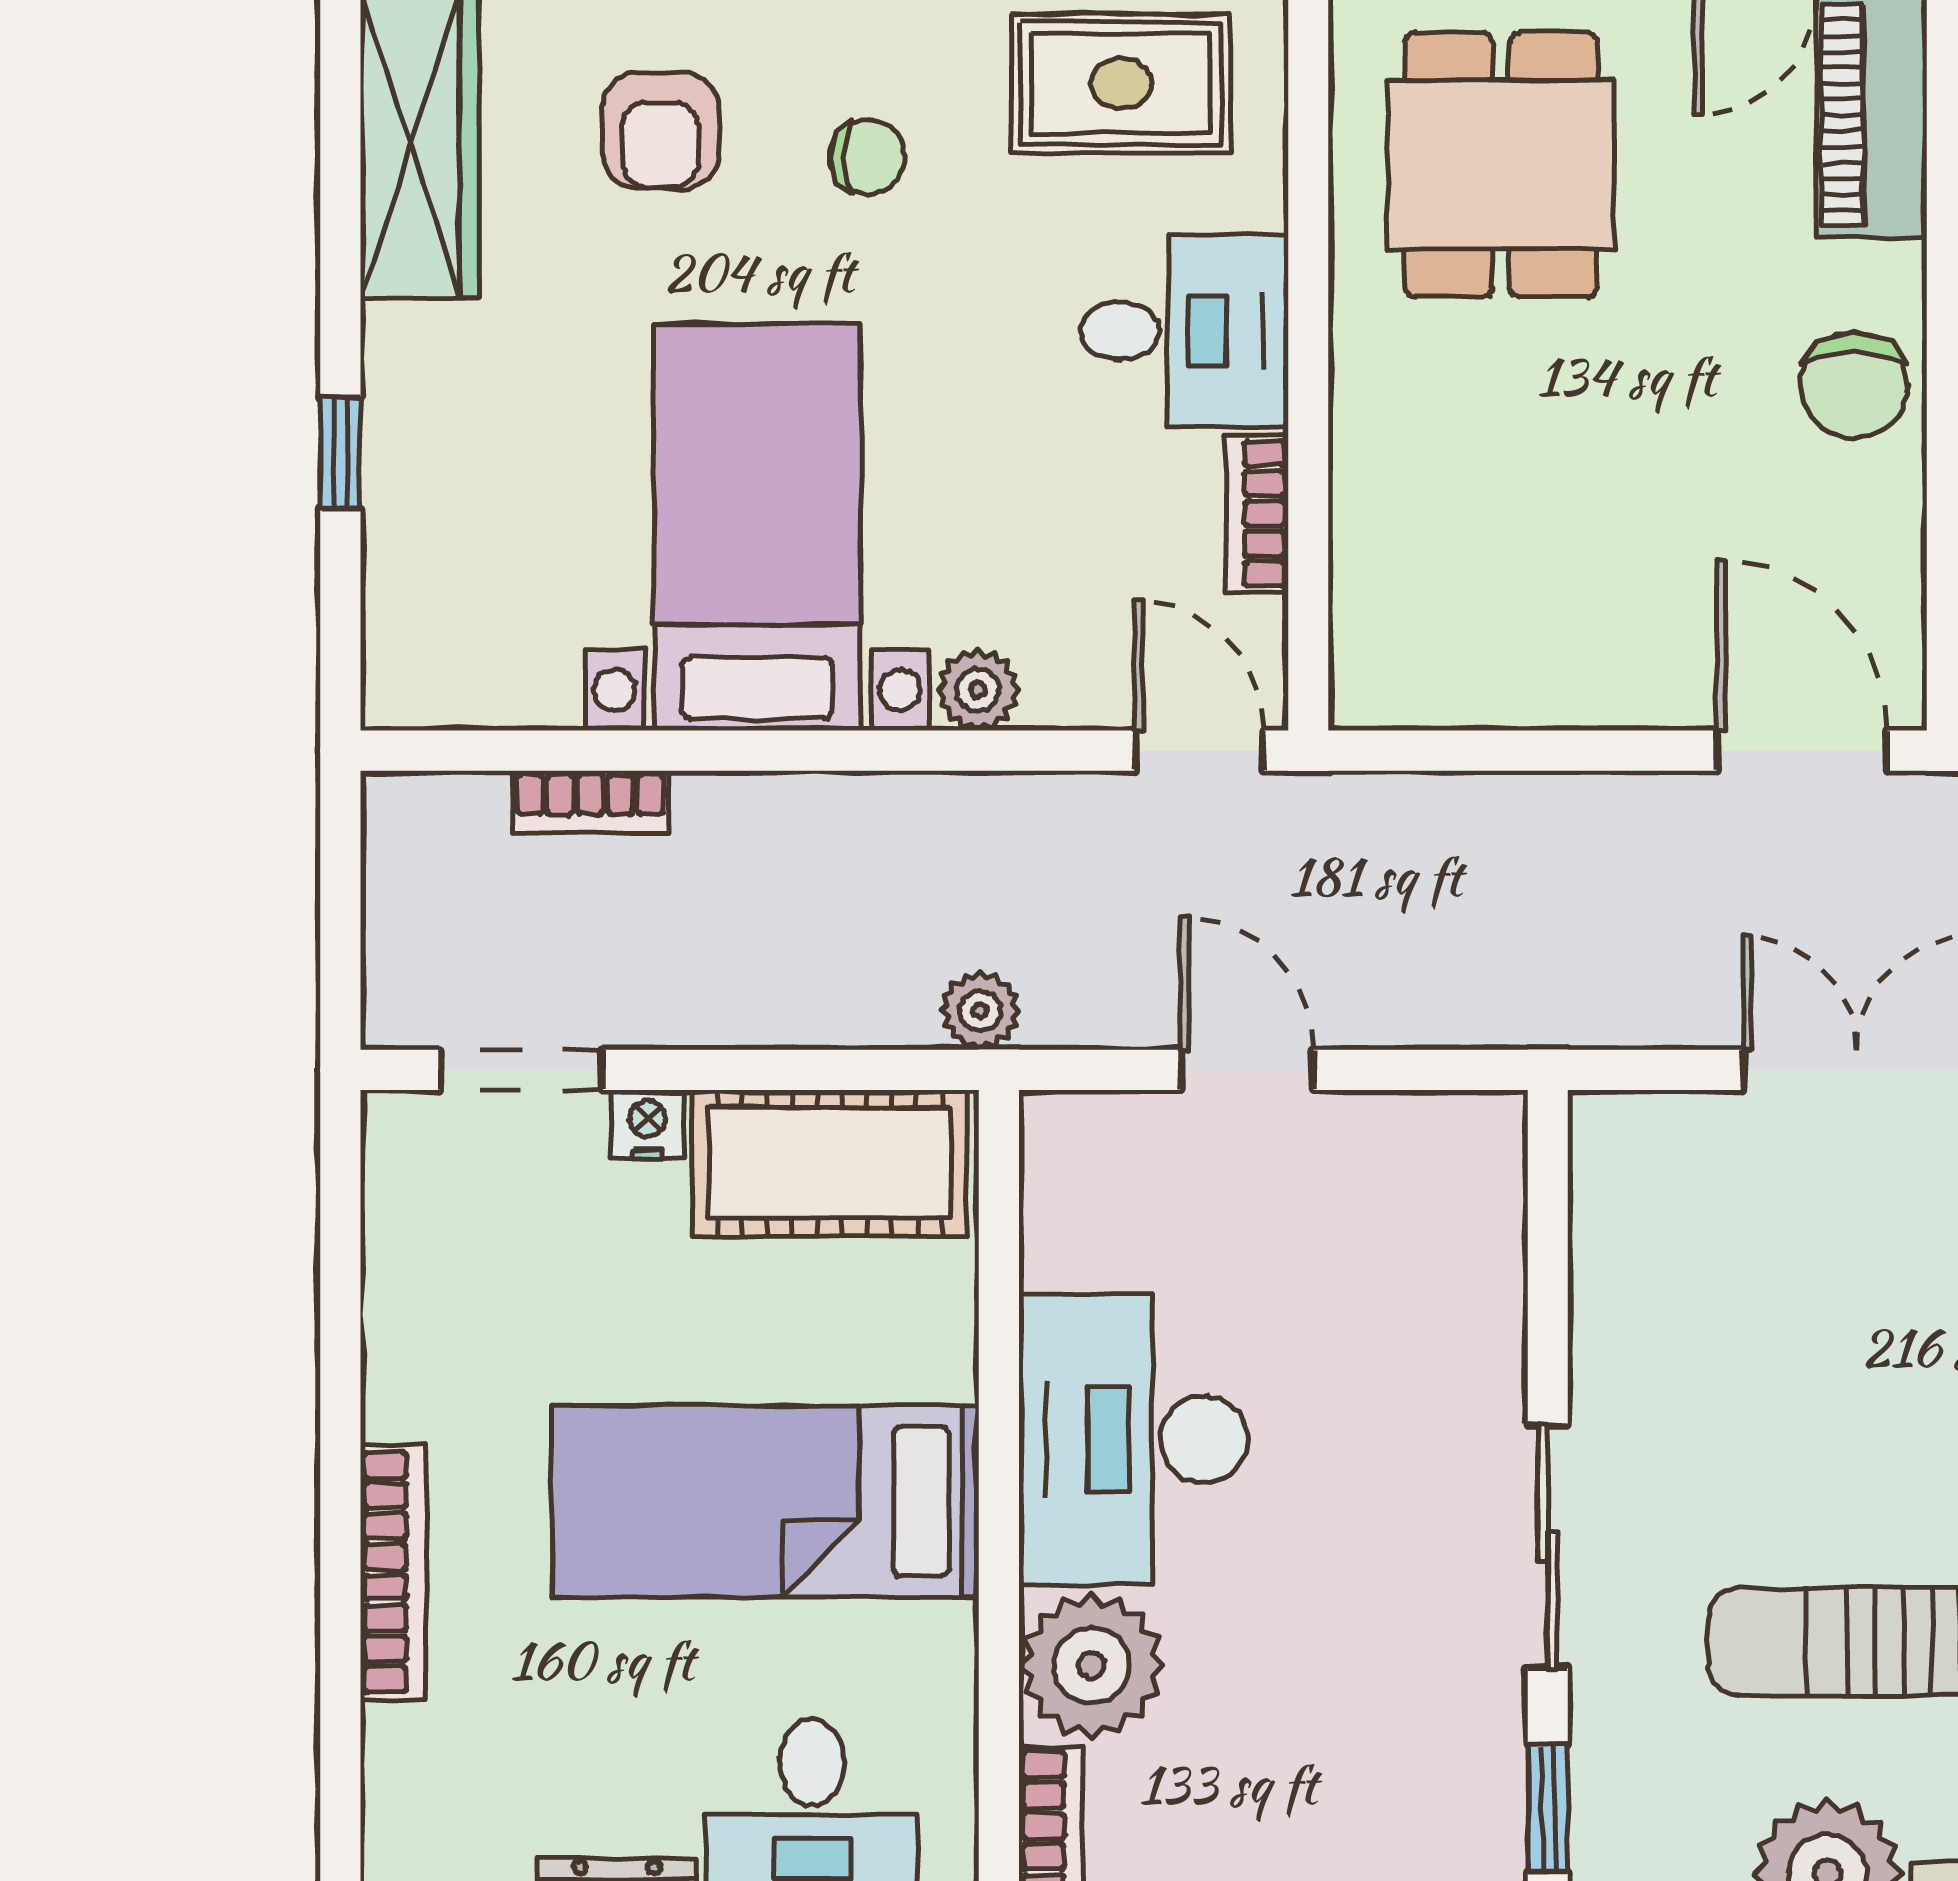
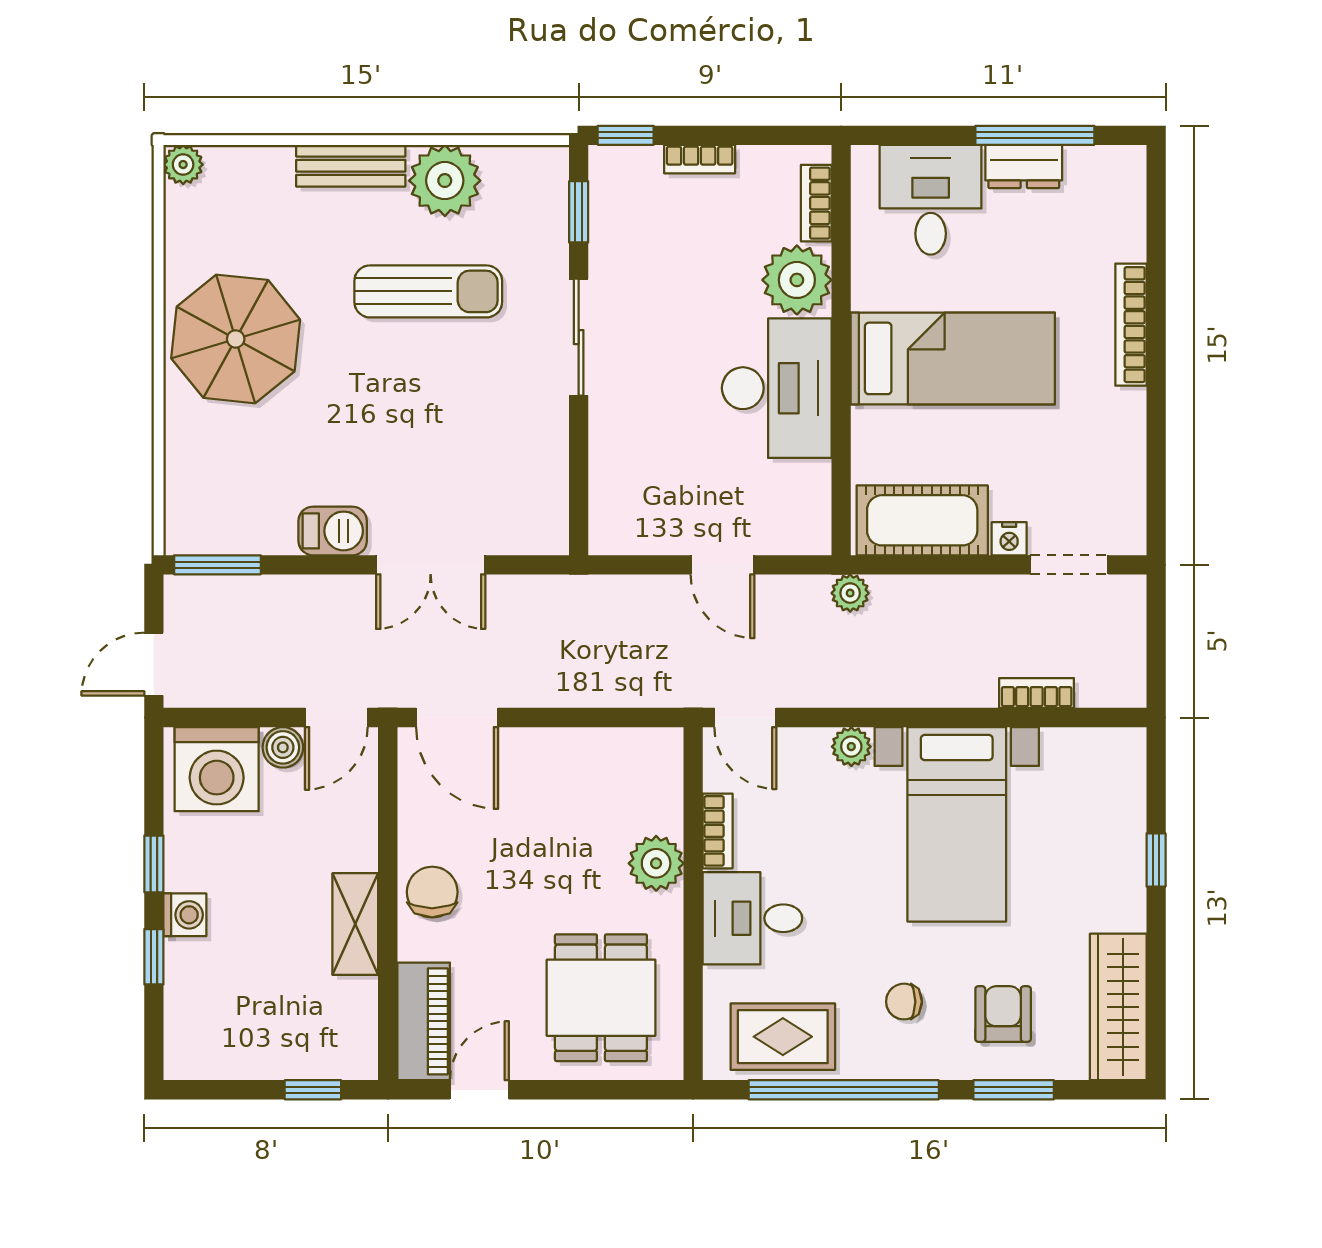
plant: (1386, 446) -> (656, 863), added

